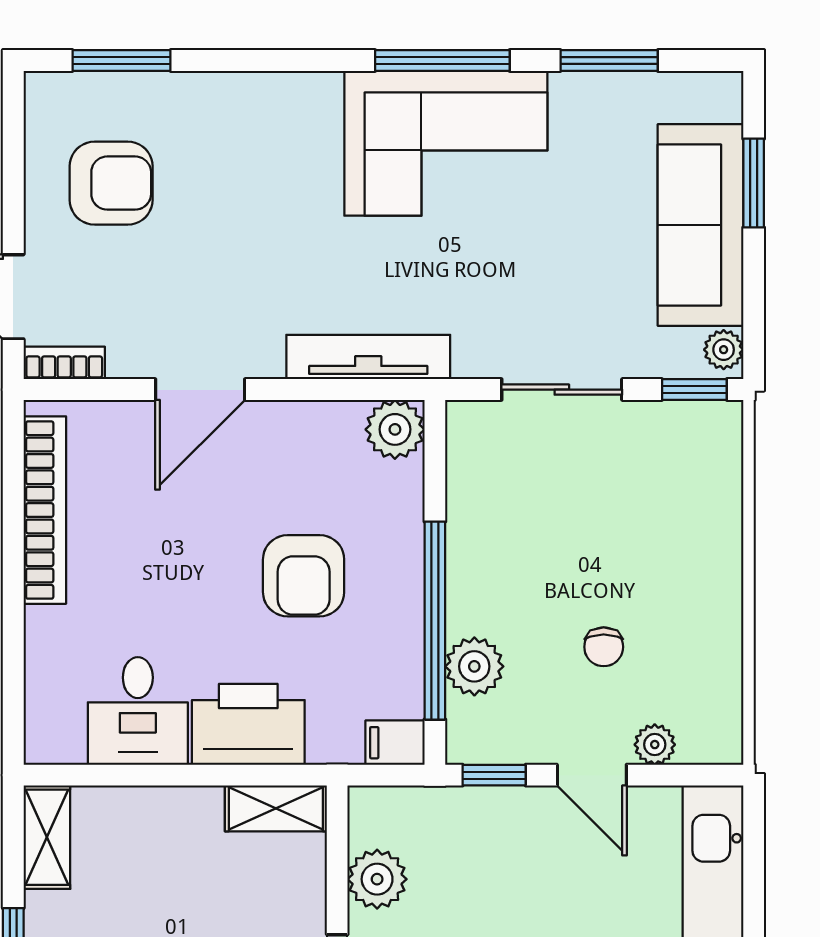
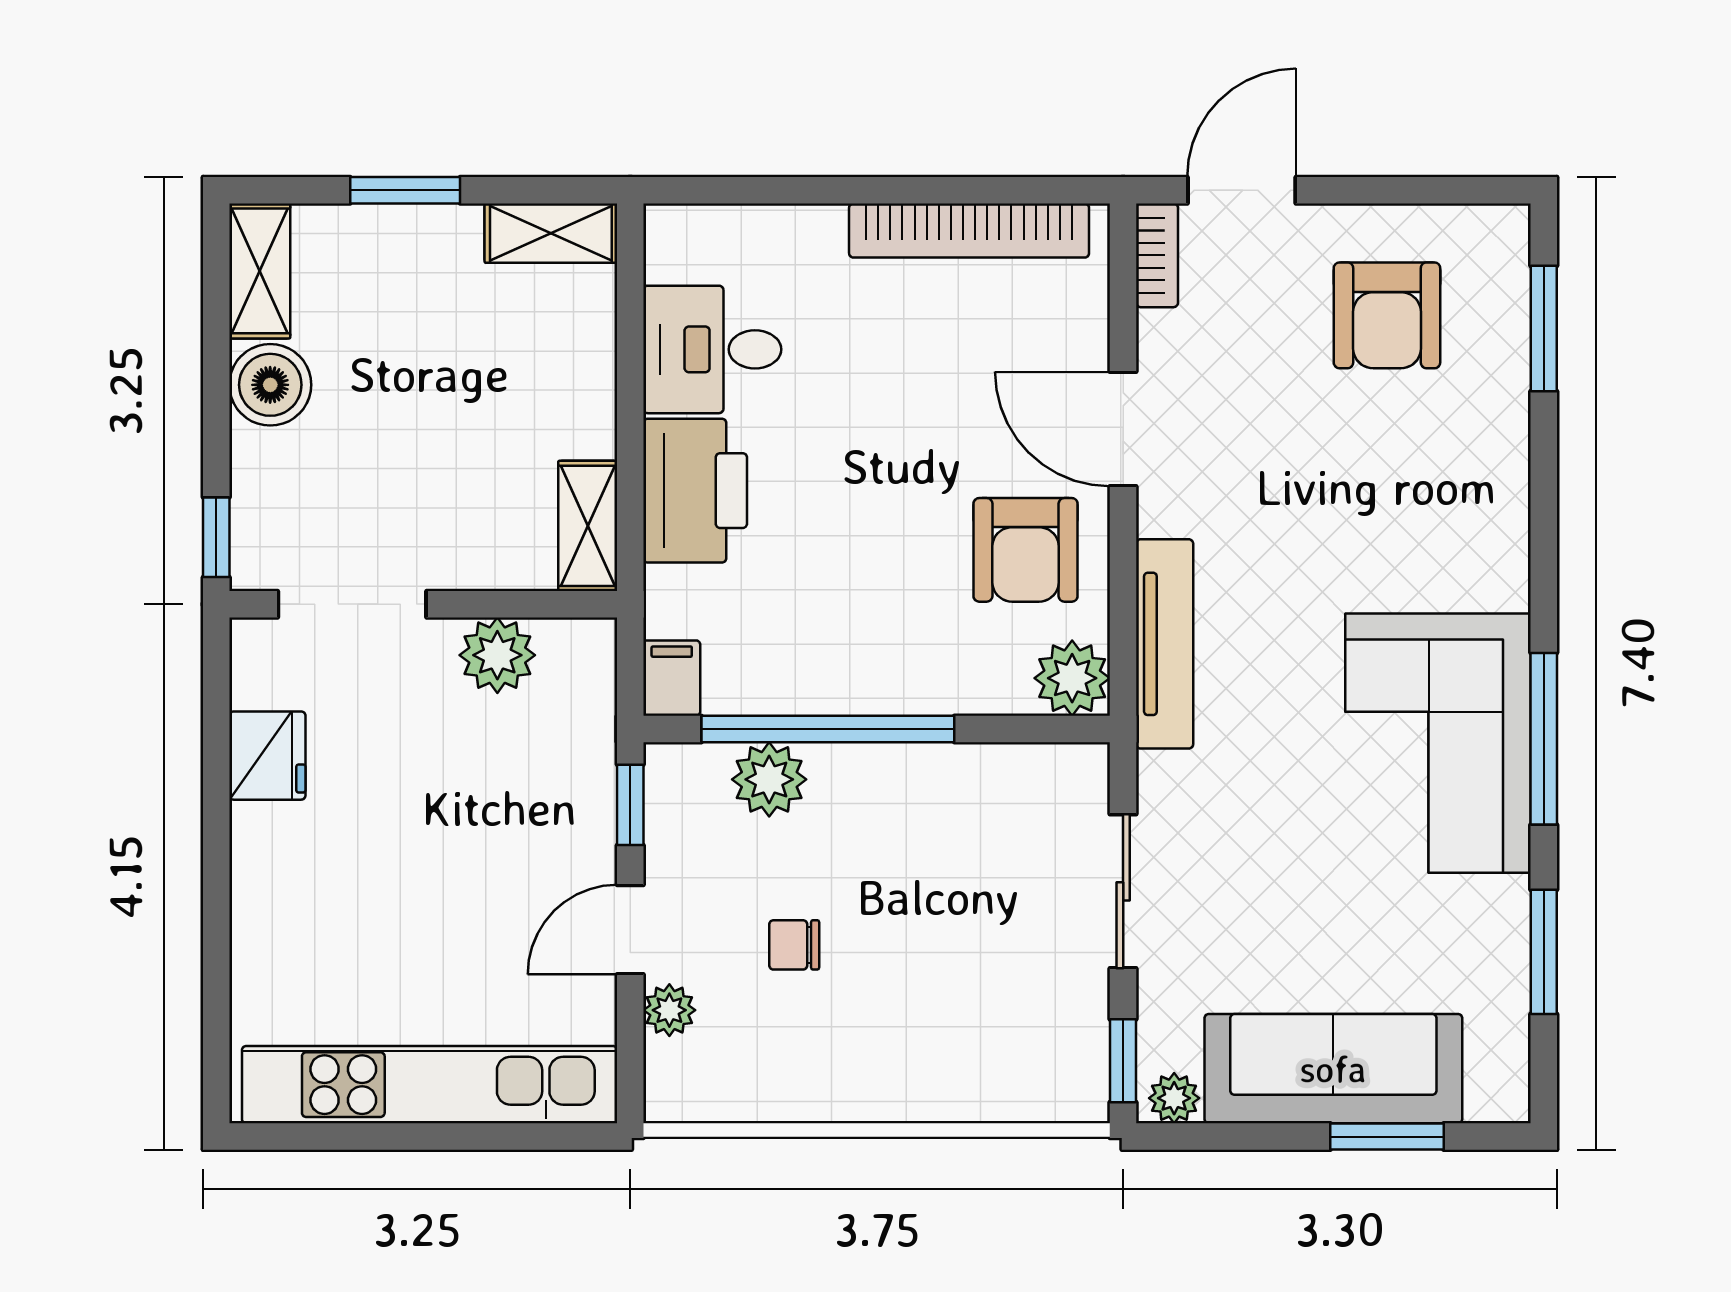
armchair: (304, 576) -> (1026, 550), moved, turned -90

